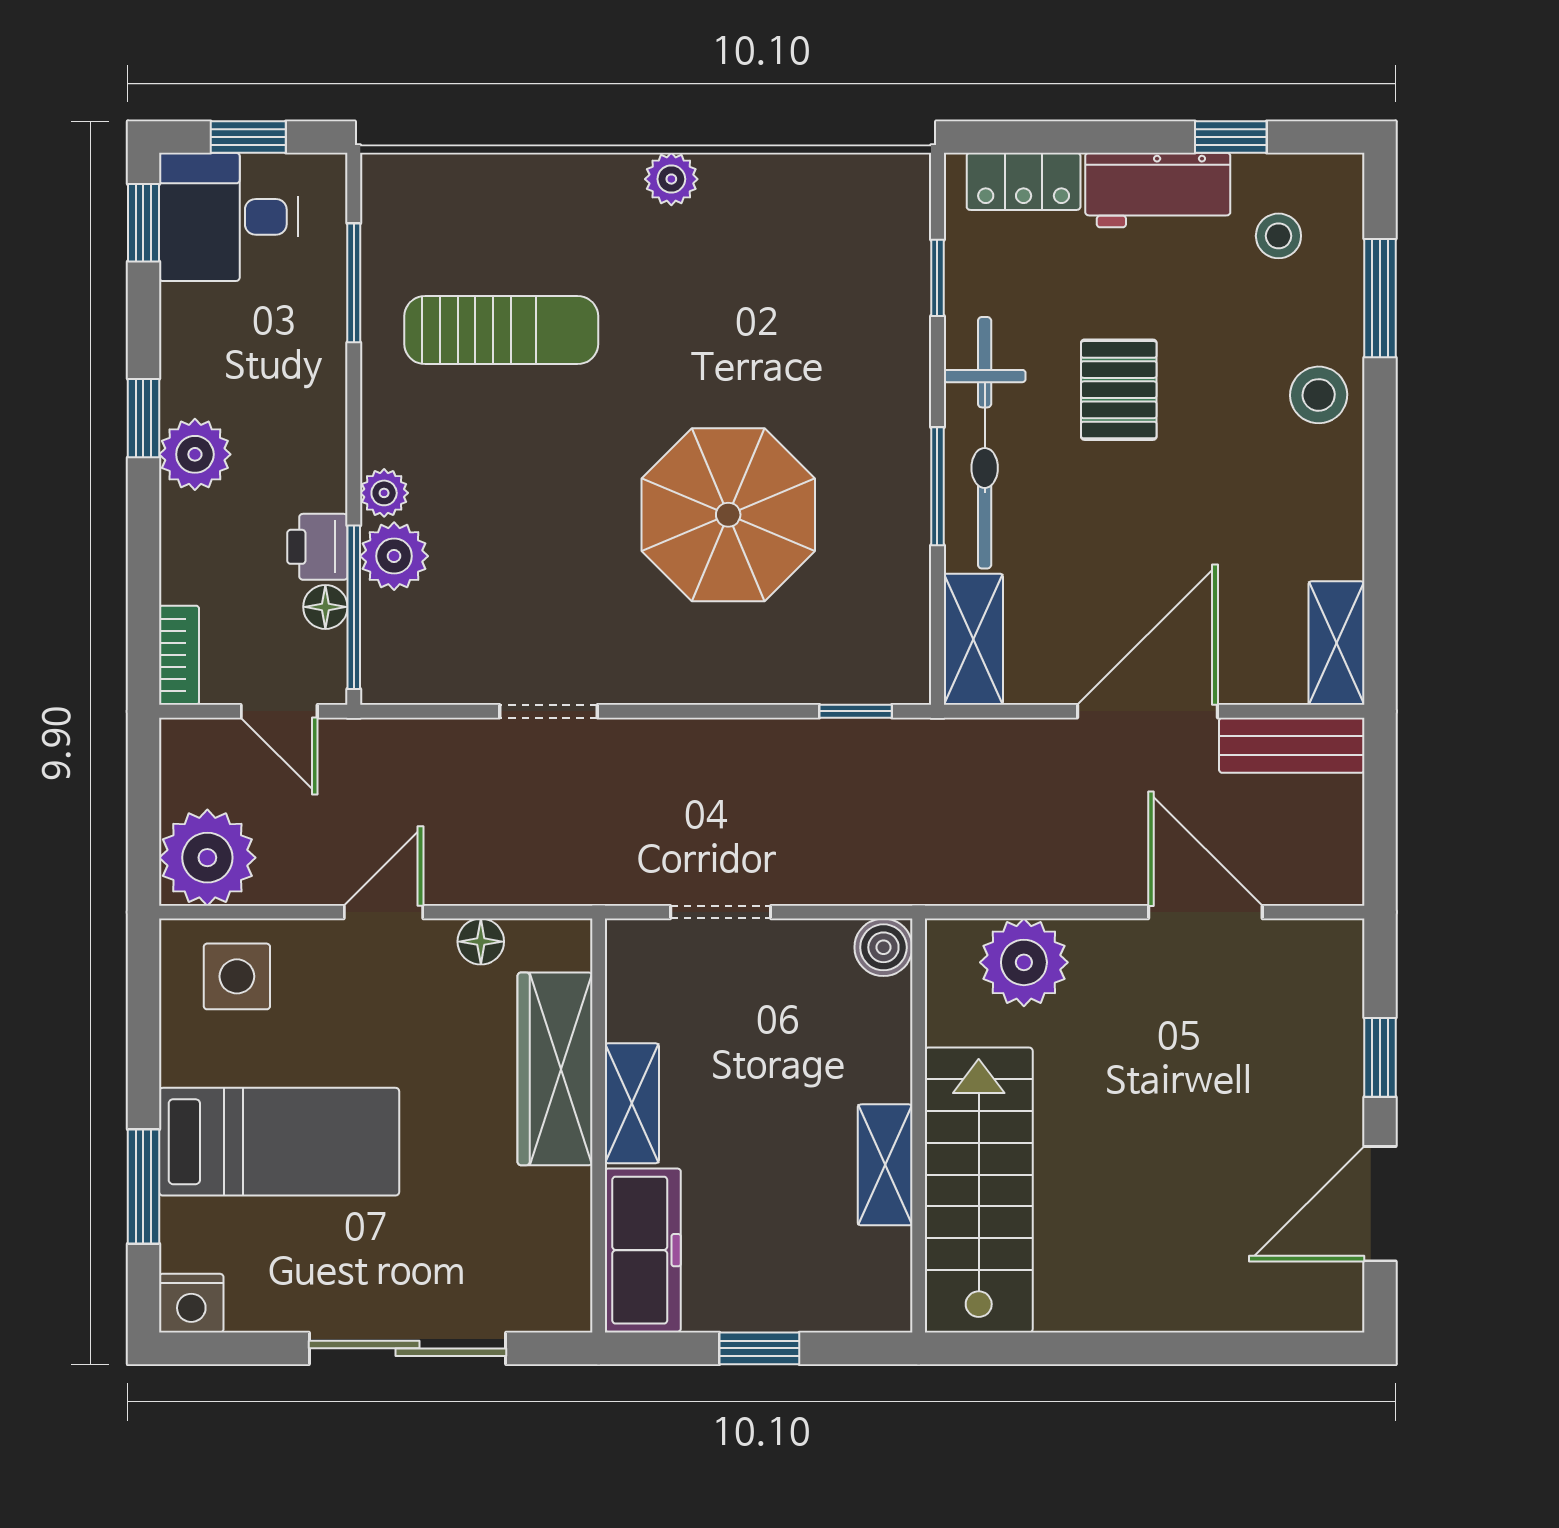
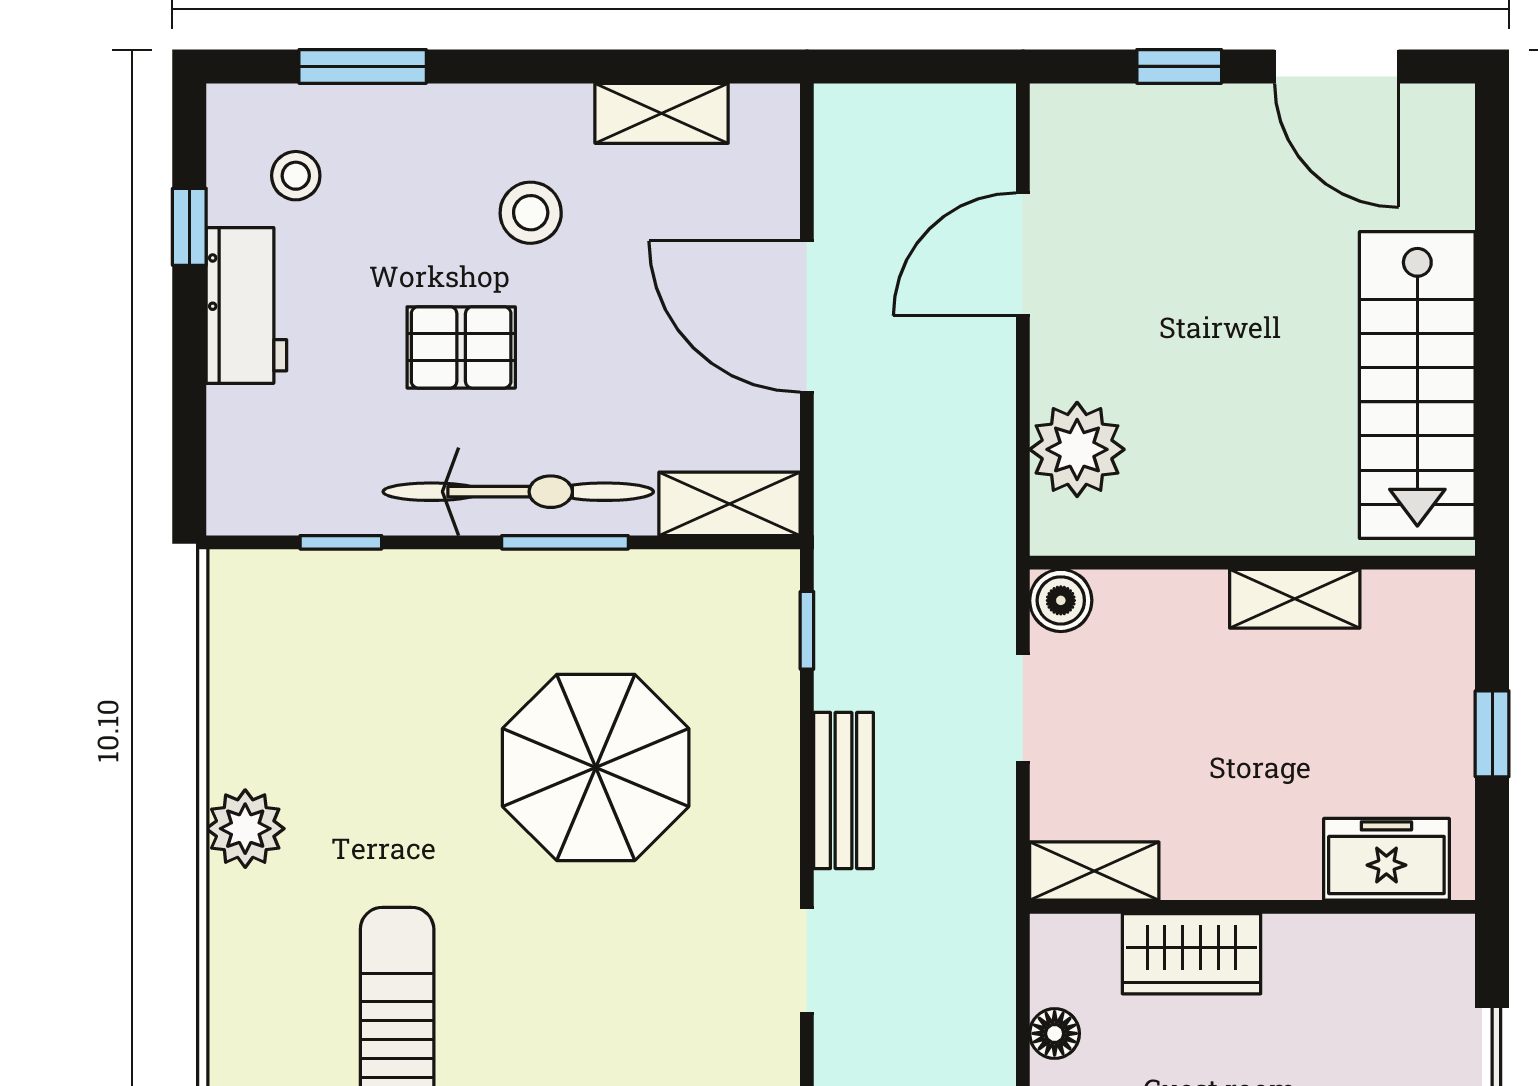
plant: (671, 179) -> (245, 829), width x1.38, depth x1.38
locker: (1024, 181) -> (237, 450), removed
stool: (1319, 395) -> (531, 213), moved
shelving: (1336, 643) -> (662, 113), moved
bench: (1292, 745) -> (844, 790), moved
doorway: (721, 912) -> (1023, 708), moved
wardrobe: (555, 1069) -> (1192, 954), width x0.67
shelving: (632, 1103) -> (1094, 871), moved
stairs: (979, 1190) -> (1417, 385), moved, turned -90
freezer: (643, 1250) -> (1386, 859), width x0.71

